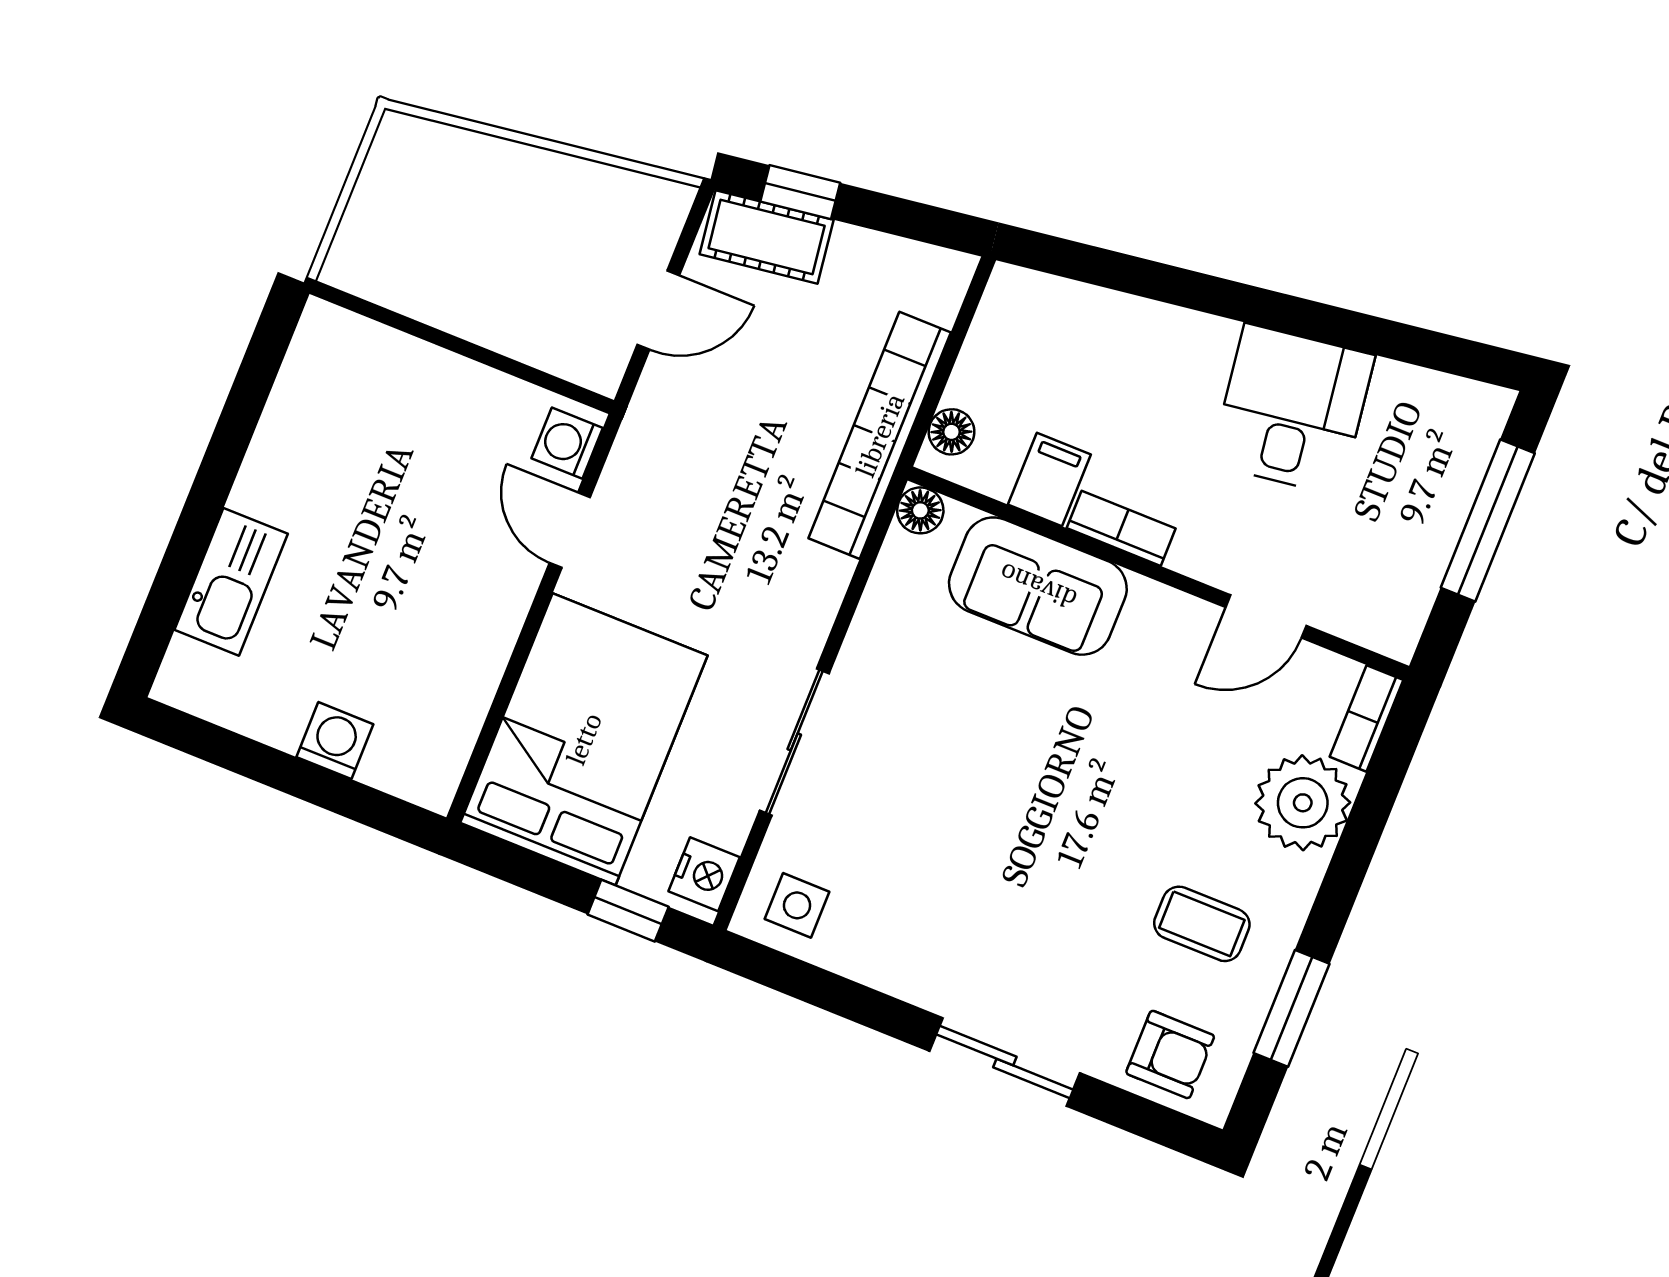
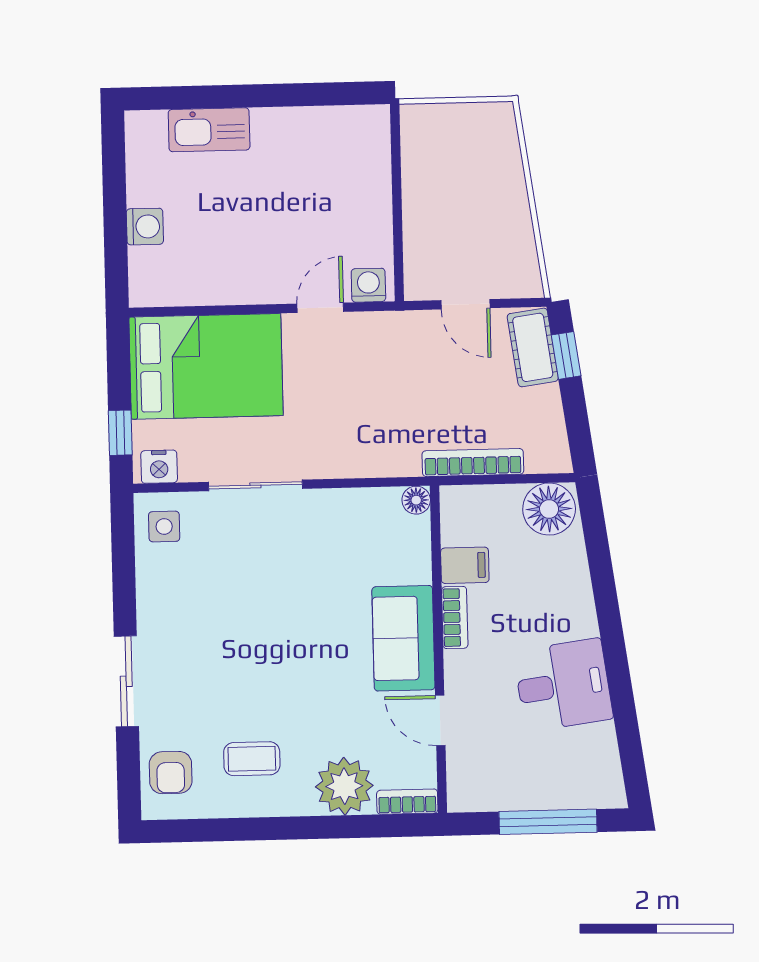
floor lamp: (951, 432) -> (549, 509), moved, width x1.89, depth x1.89
bookcase: (880, 435) -> (473, 462), width x0.68, depth x0.76
sofa: (1038, 586) -> (403, 638), moved
coffee table: (1202, 924) -> (252, 759), turned 90
window: (1292, 1008) -> (226, 830), removed

